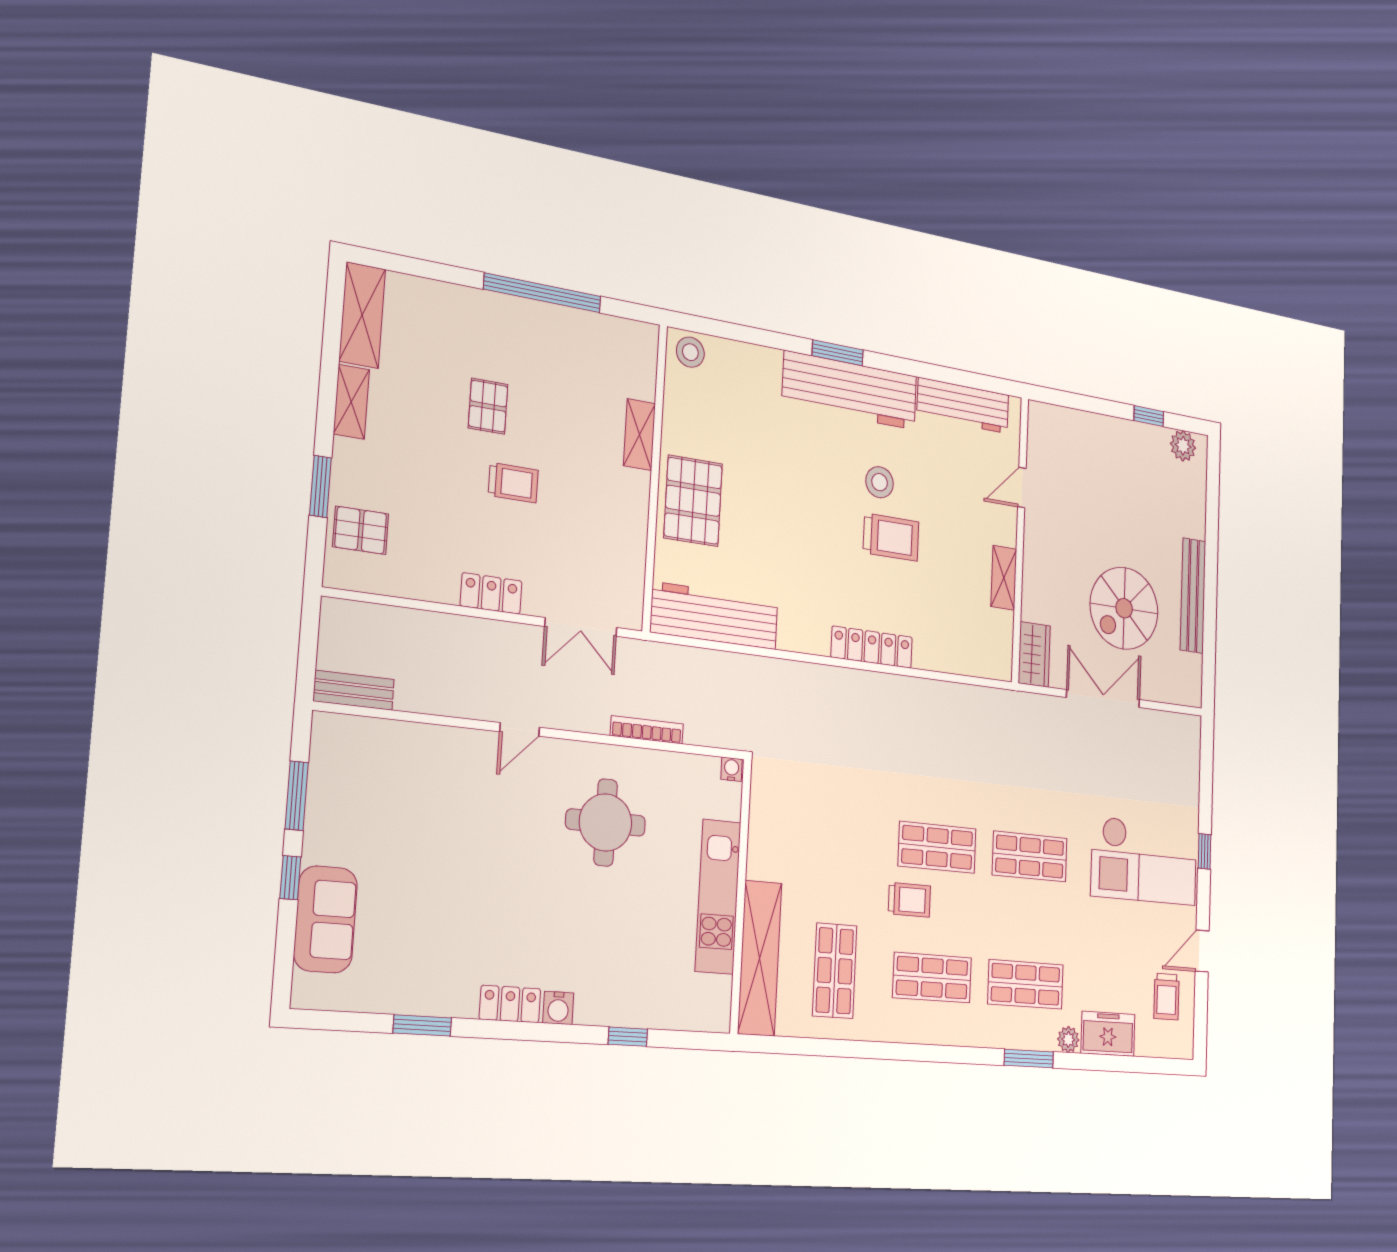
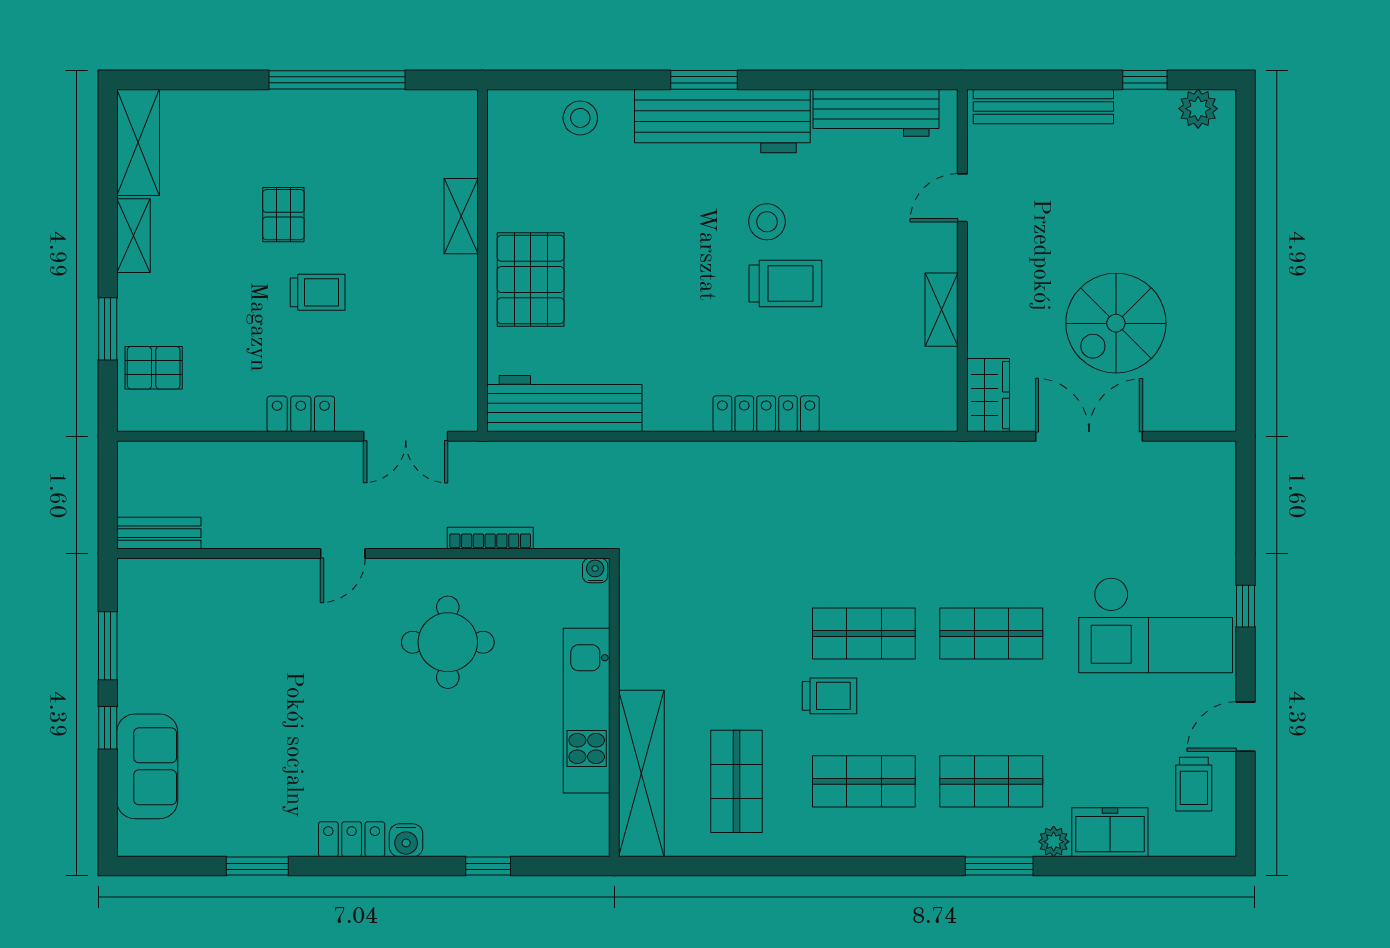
stool: (690, 352) -> (580, 118), moved
bench: (1193, 596) -> (1043, 106), moved, turned 90

